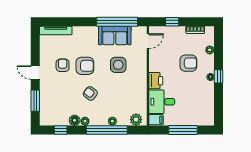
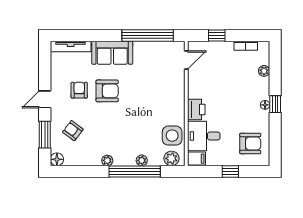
sofa: (115, 35) -> (112, 53), moved
armchair: (188, 63) -> (250, 144), moved
side table: (118, 65) -> (172, 136), moved
door: (35, 73) -> (45, 99), hinge flipped
armchair: (90, 93) -> (73, 131), moved
floor lamp: (75, 120) -> (57, 159), moved
window: (61, 130) -> (77, 171), removed
window: (183, 130) -> (230, 171), width x0.46

